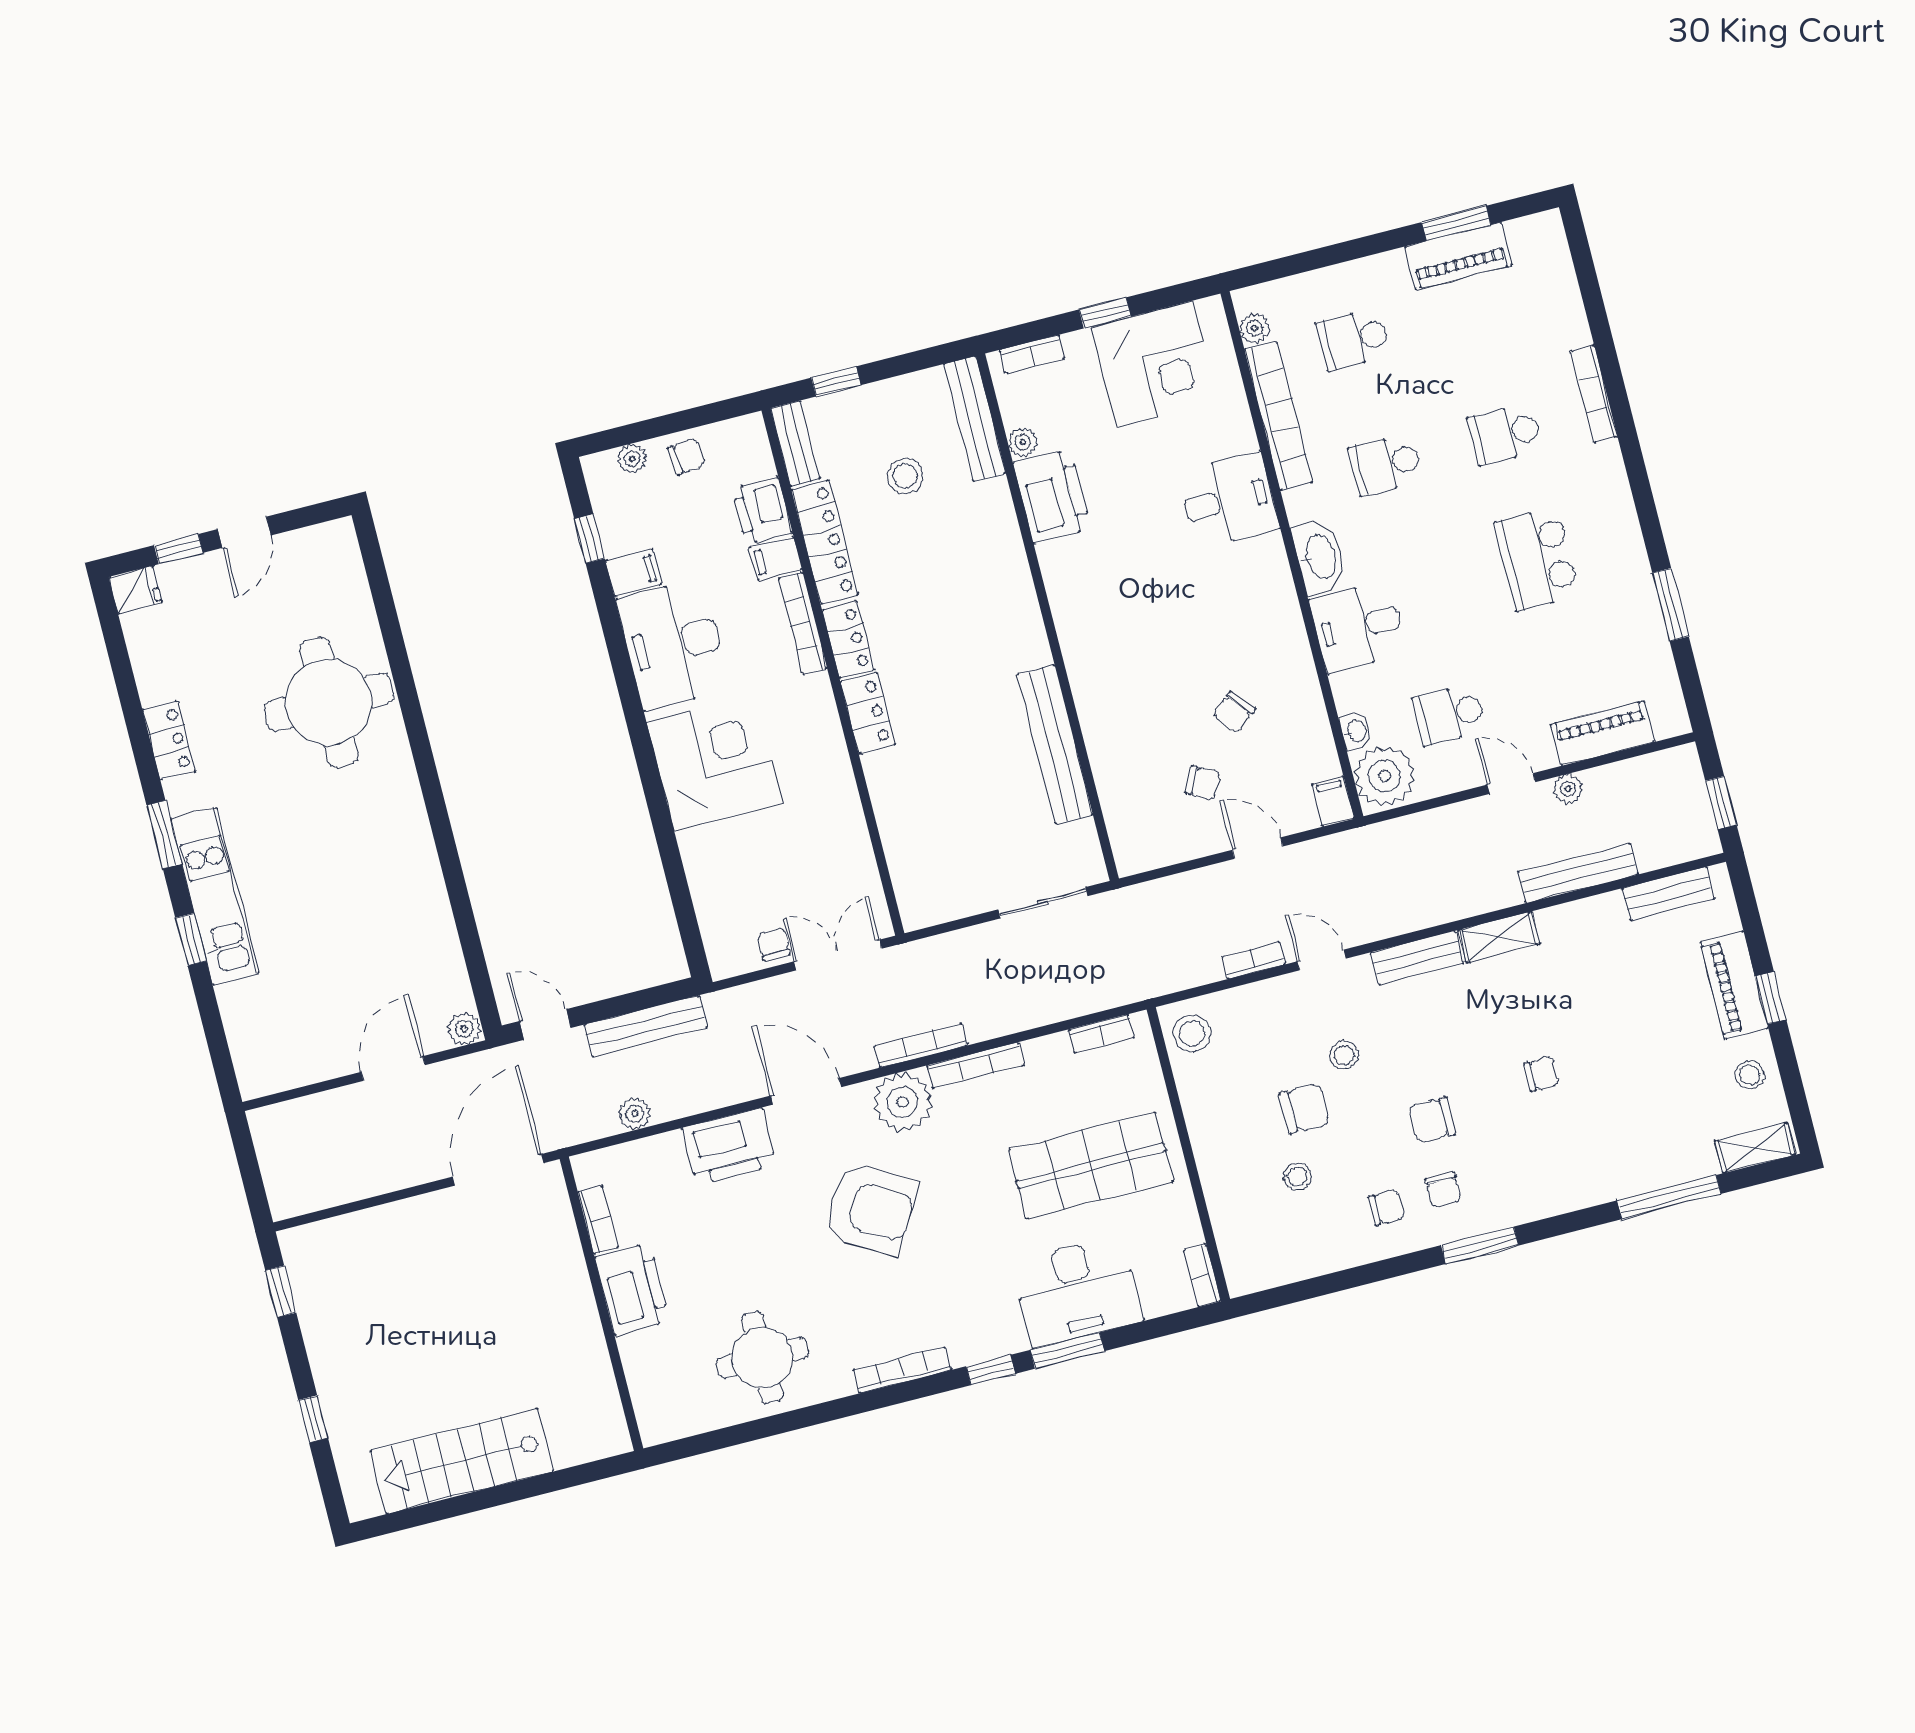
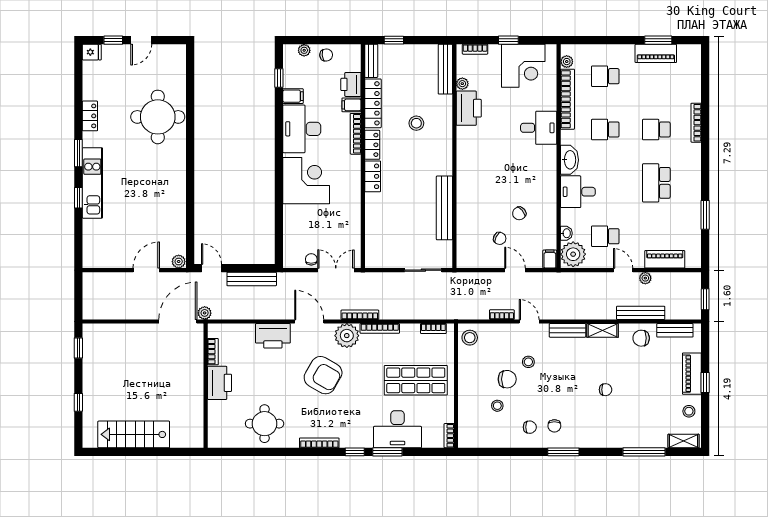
stool: (905, 476) -> (416, 123), moved
plant: (635, 1114) -> (205, 313), moved
chair: (1432, 1120) -> (641, 338), moved

